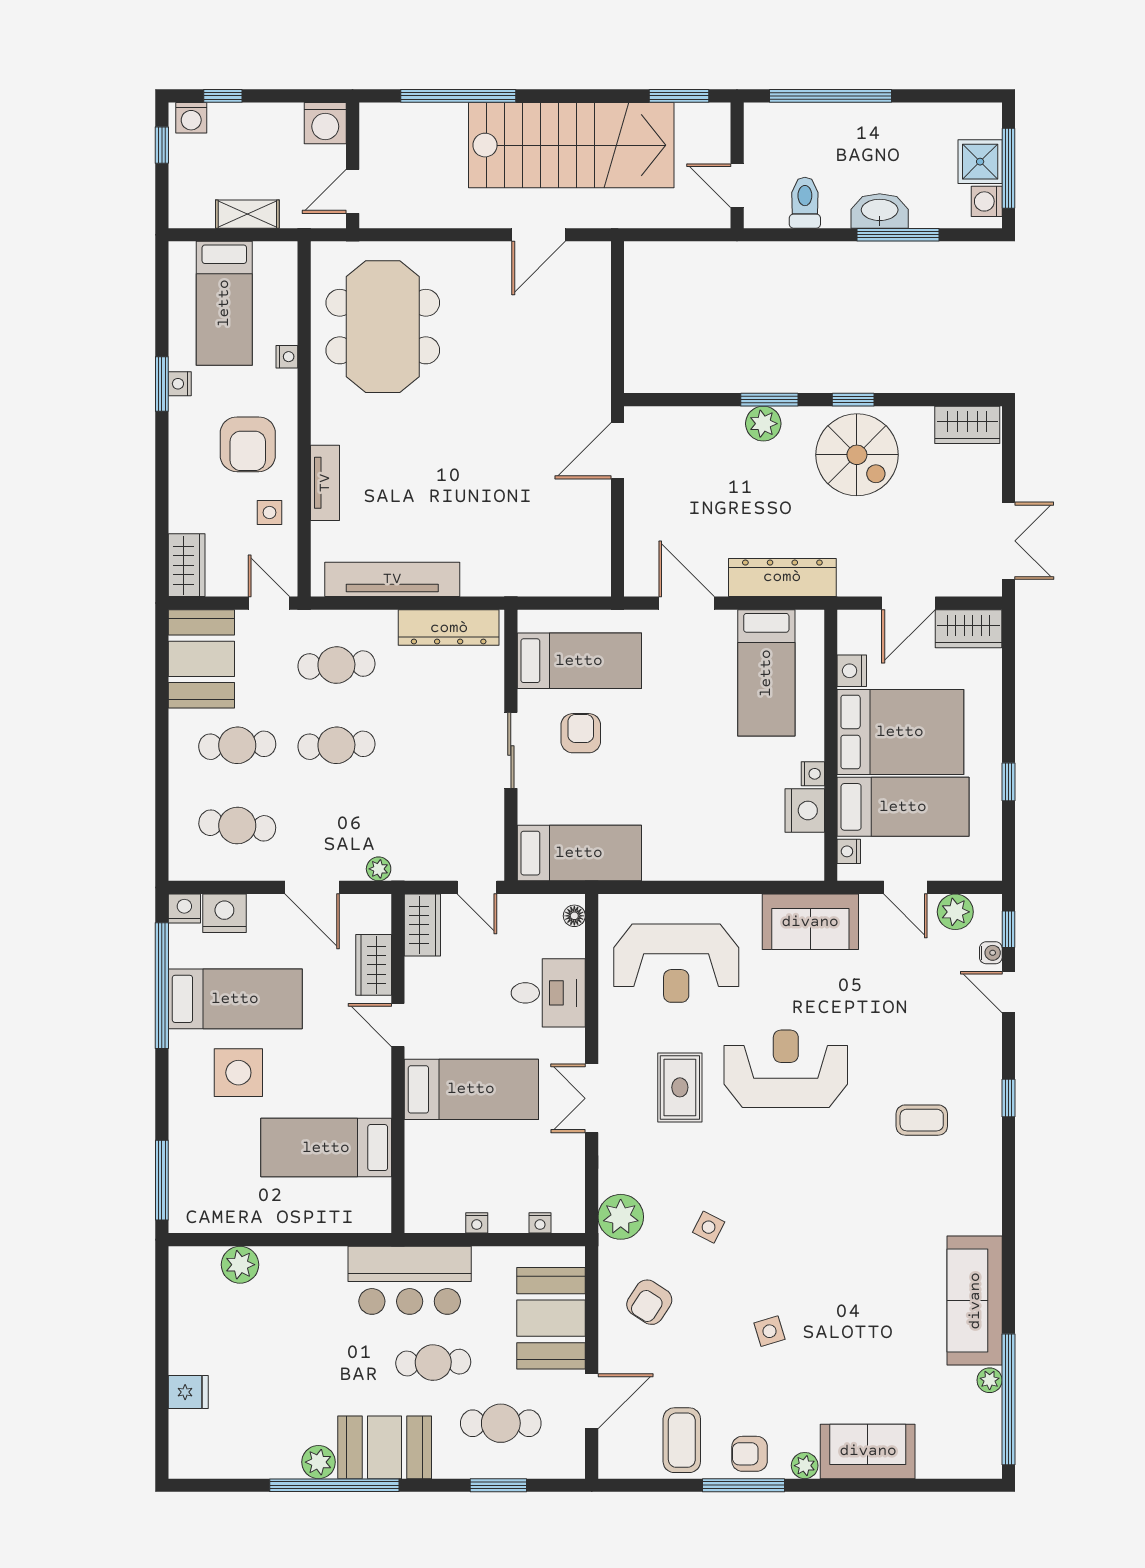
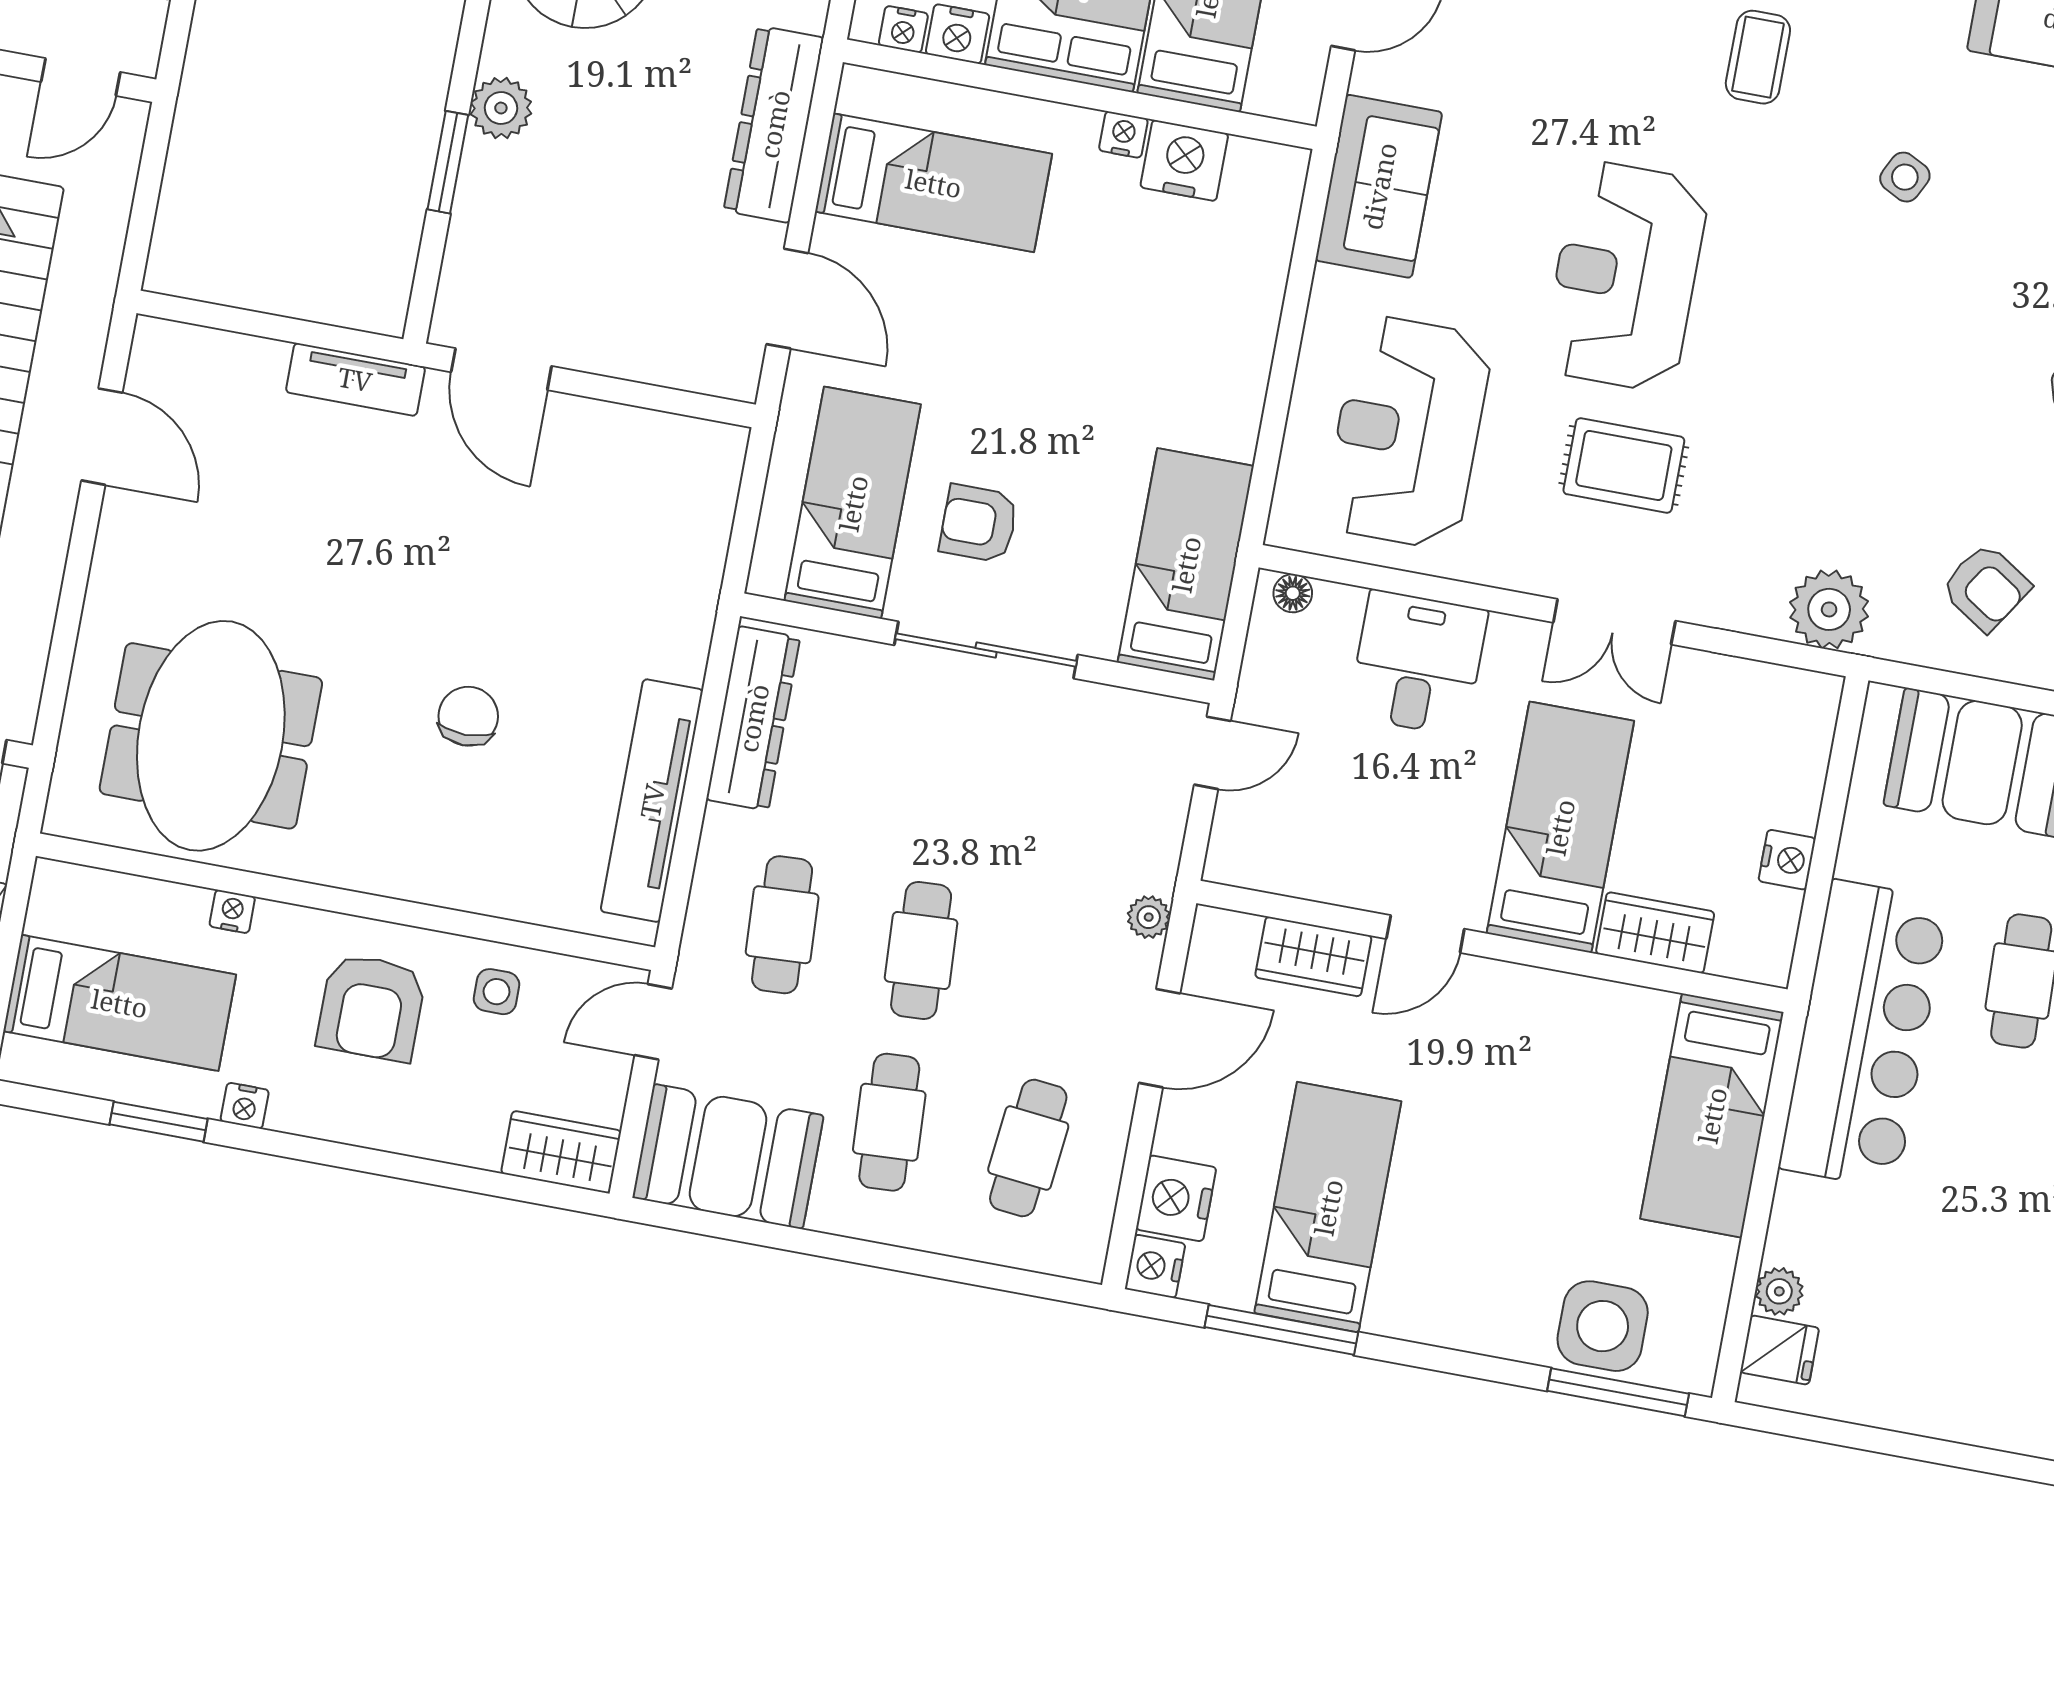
meeting table: (383, 327) -> (211, 736), turned 90
window: (162, 384) -> (159, 1122), moved
window: (769, 400) -> (448, 162), moved
armchair: (248, 444) -> (371, 1007), turned 90
chair: (420, 468) -> (468, 716), added
tv unit: (325, 483) -> (355, 379), moved, turned 180
door: (687, 603) -> (787, 299), swing flipped
sliding door: (511, 750) -> (986, 650), width x1.37
nightstand: (849, 851) -> (903, 29), moved
wardrobe: (422, 925) -> (1655, 933), moved
reception desk: (676, 963) -> (1408, 432), turned 180
window: (162, 986) -> (1281, 1330), width x0.68
side table: (238, 1073) -> (1603, 1326), moved
bed: (326, 1148) -> (1712, 1115), moved
nightstand: (477, 1223) -> (1787, 860), width x1.39, depth x1.35
nightstand: (540, 1223) -> (1814, 751), removed
side table: (709, 1227) -> (1905, 177), moved
plant: (240, 1265) -> (1779, 1291), width x0.73, depth x0.73
bar counter: (410, 1280) -> (1864, 1034), width x1.36
fridge: (188, 1392) -> (1780, 1350), moved, turned 90

